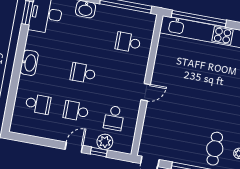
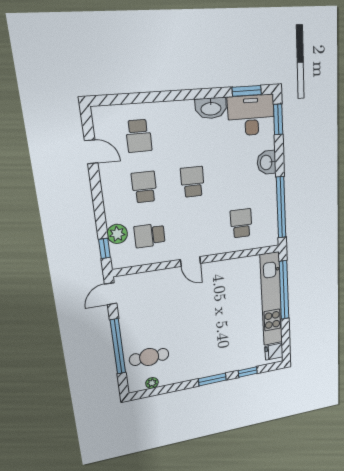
washbasin: (29, 63) -> (211, 108), moved
door: (74, 147) -> (91, 152), moved
window: (99, 152) -> (104, 248), moved

